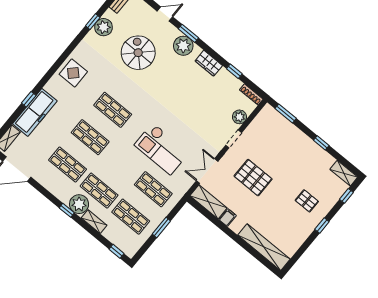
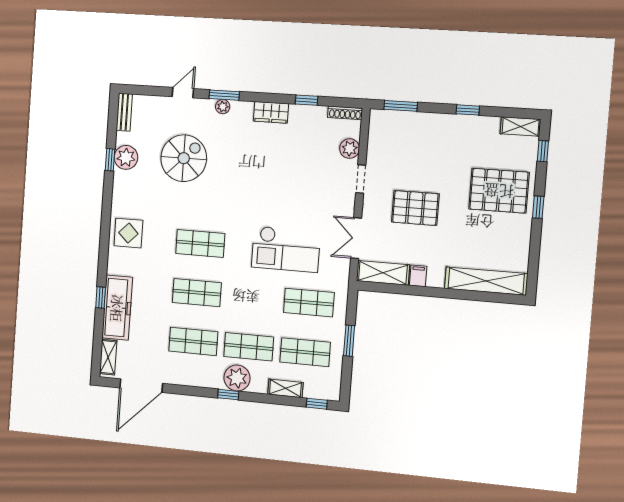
plant: (183, 46) -> (223, 107), width x0.53, depth x0.53
spiral stairs: (138, 53) -> (184, 158), turned 90
pallet: (307, 201) -> (499, 191), width x2.05, depth x2.00
shelving: (94, 222) -> (285, 388), moved

